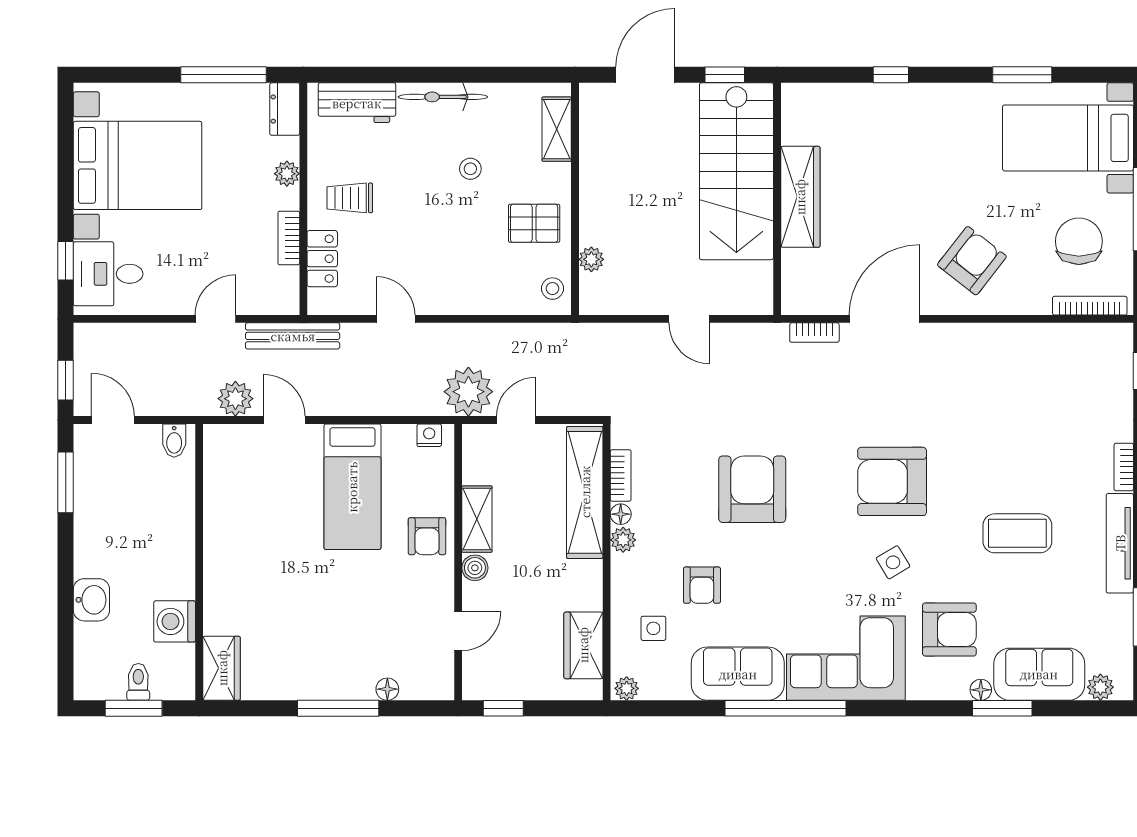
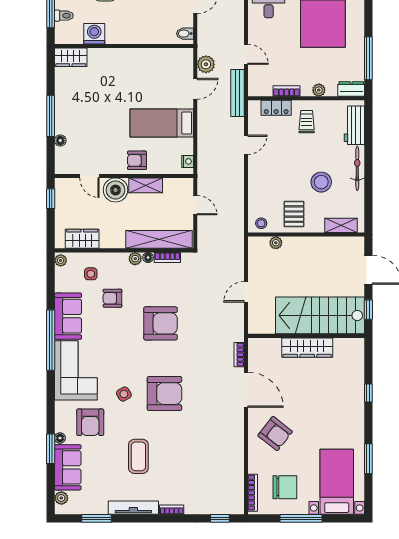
stool: (470, 169) -> (321, 182), width x1.89, depth x1.89
plant: (468, 392) -> (209, 181), removed
armchair: (892, 481) -> (164, 394), turned 90
boiler: (475, 568) -> (115, 190), width x1.86, depth x1.86

